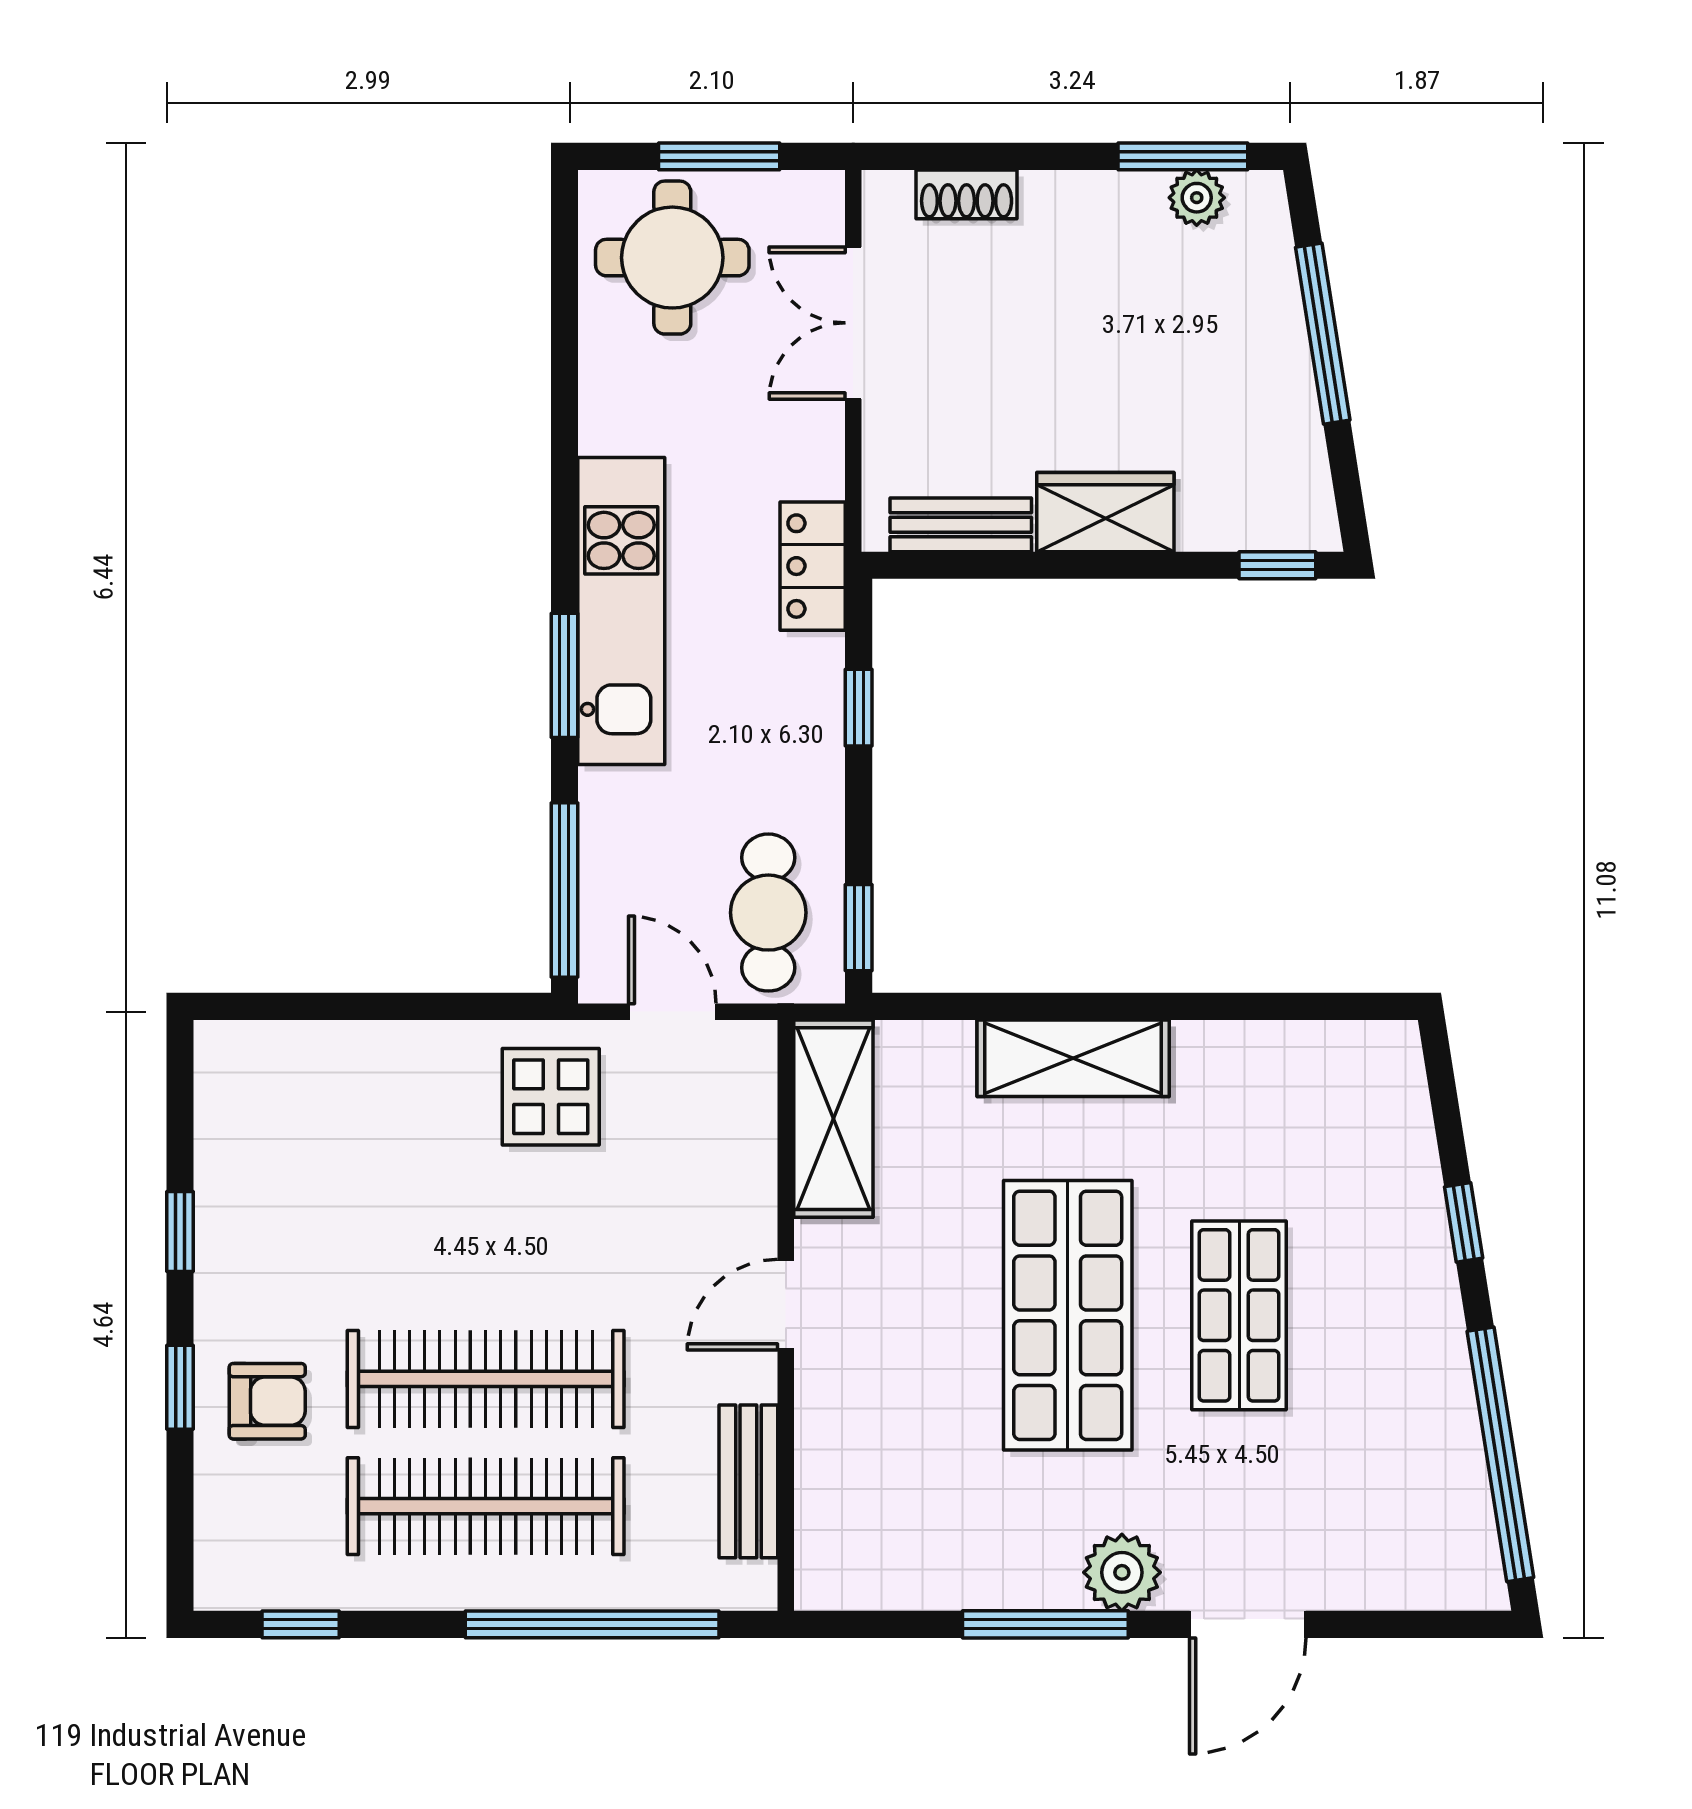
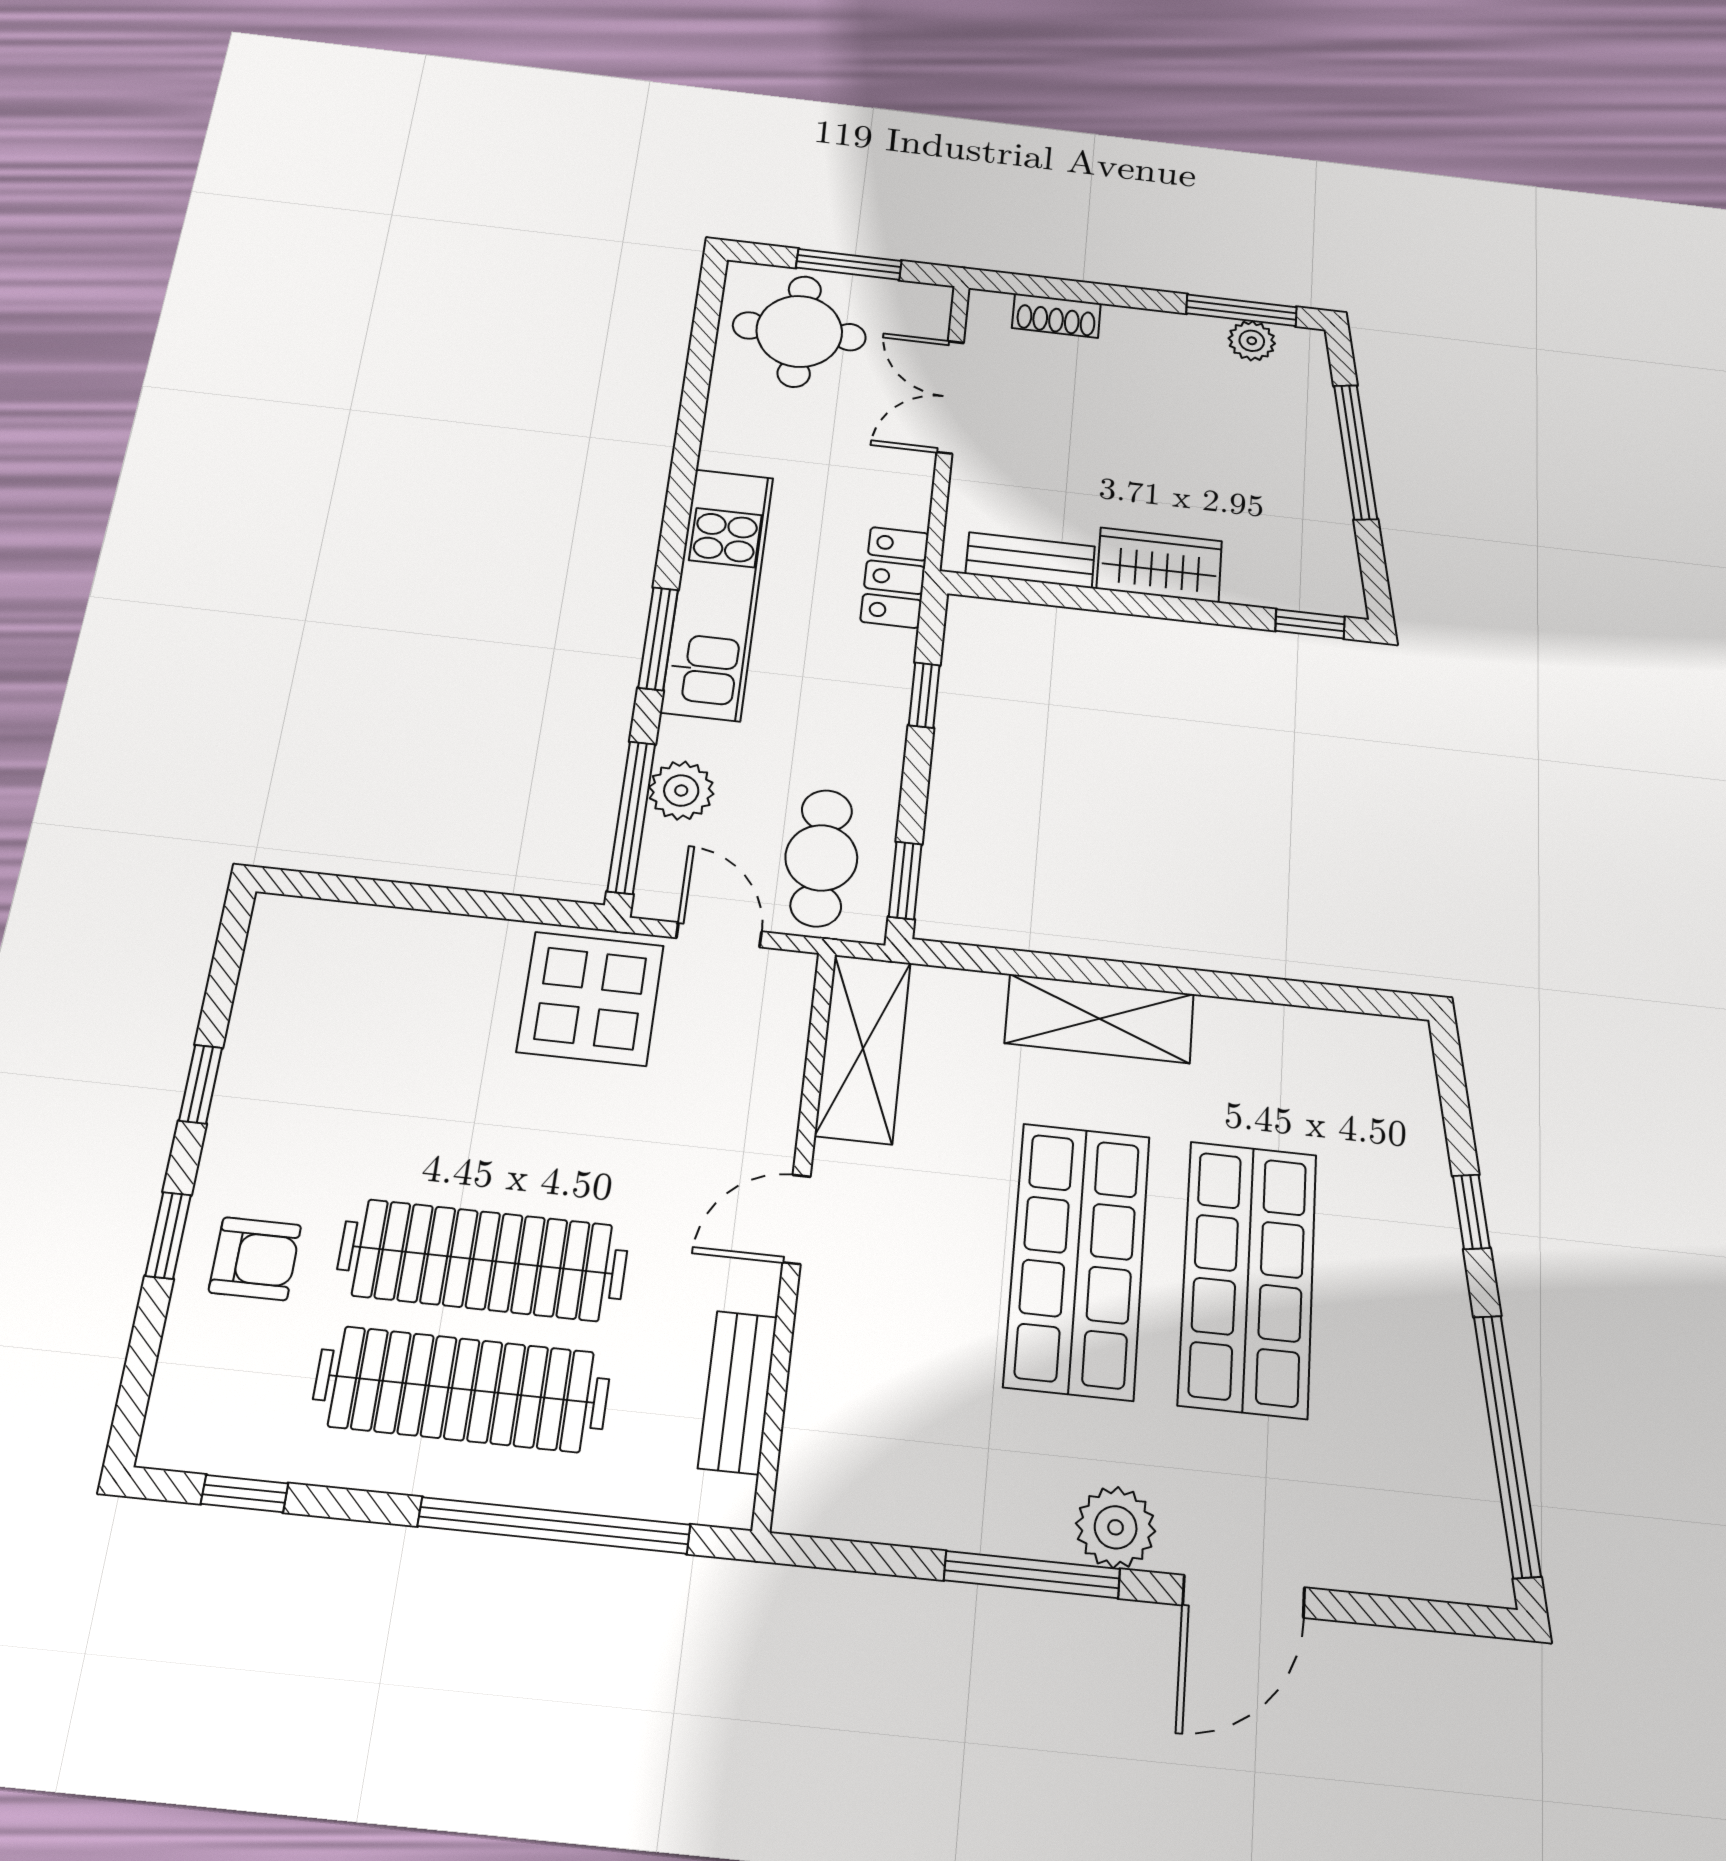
plant: (612, 853) -> (681, 791), added
display table: (551, 1097) -> (590, 998), width x1.36, depth x1.36
shop shelf: (1239, 1315) -> (1248, 1278), width x1.43, depth x1.36

